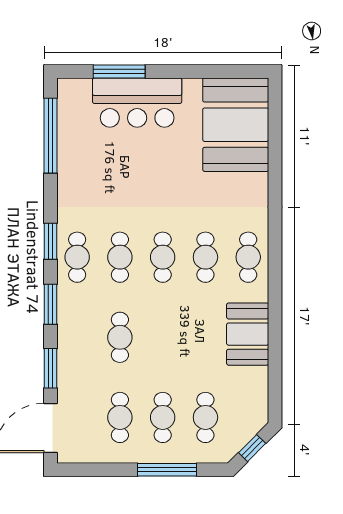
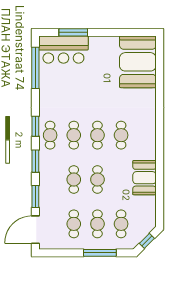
bar counter: (137, 103) -> (63, 50), moved
cafe table: (248, 257) -> (97, 179), moved

